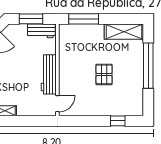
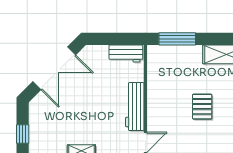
window: (31, 19) -> (113, 39), removed

